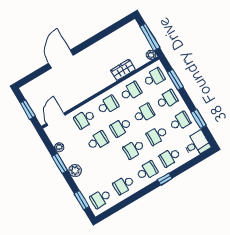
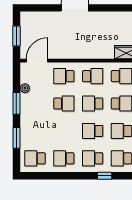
plant: (75, 171) -> (27, 118), removed
school desk: (147, 171) -> (93, 158), turned 180
window: (82, 200) -> (16, 138), moved

